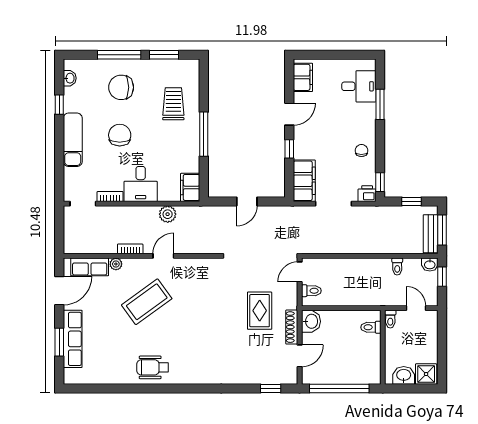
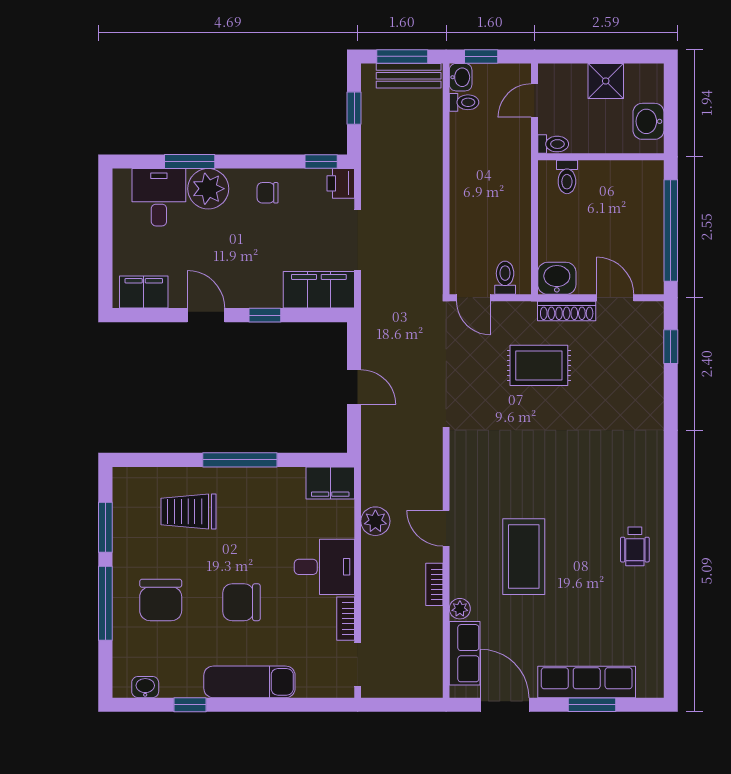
plant: (364, 115) -> (208, 189), added
toilet: (397, 267) -> (464, 102), moved
coffee table: (147, 302) -> (524, 557), turned 36
wheelchair: (153, 367) -> (635, 546), width x0.73, depth x0.73
shower: (426, 374) -> (606, 81), moved

